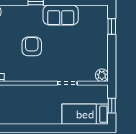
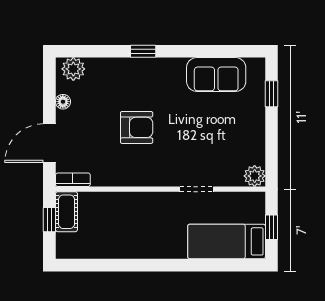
sofa: (61, 15) -> (216, 74), moved
armchair: (32, 46) -> (137, 127), turned 90

